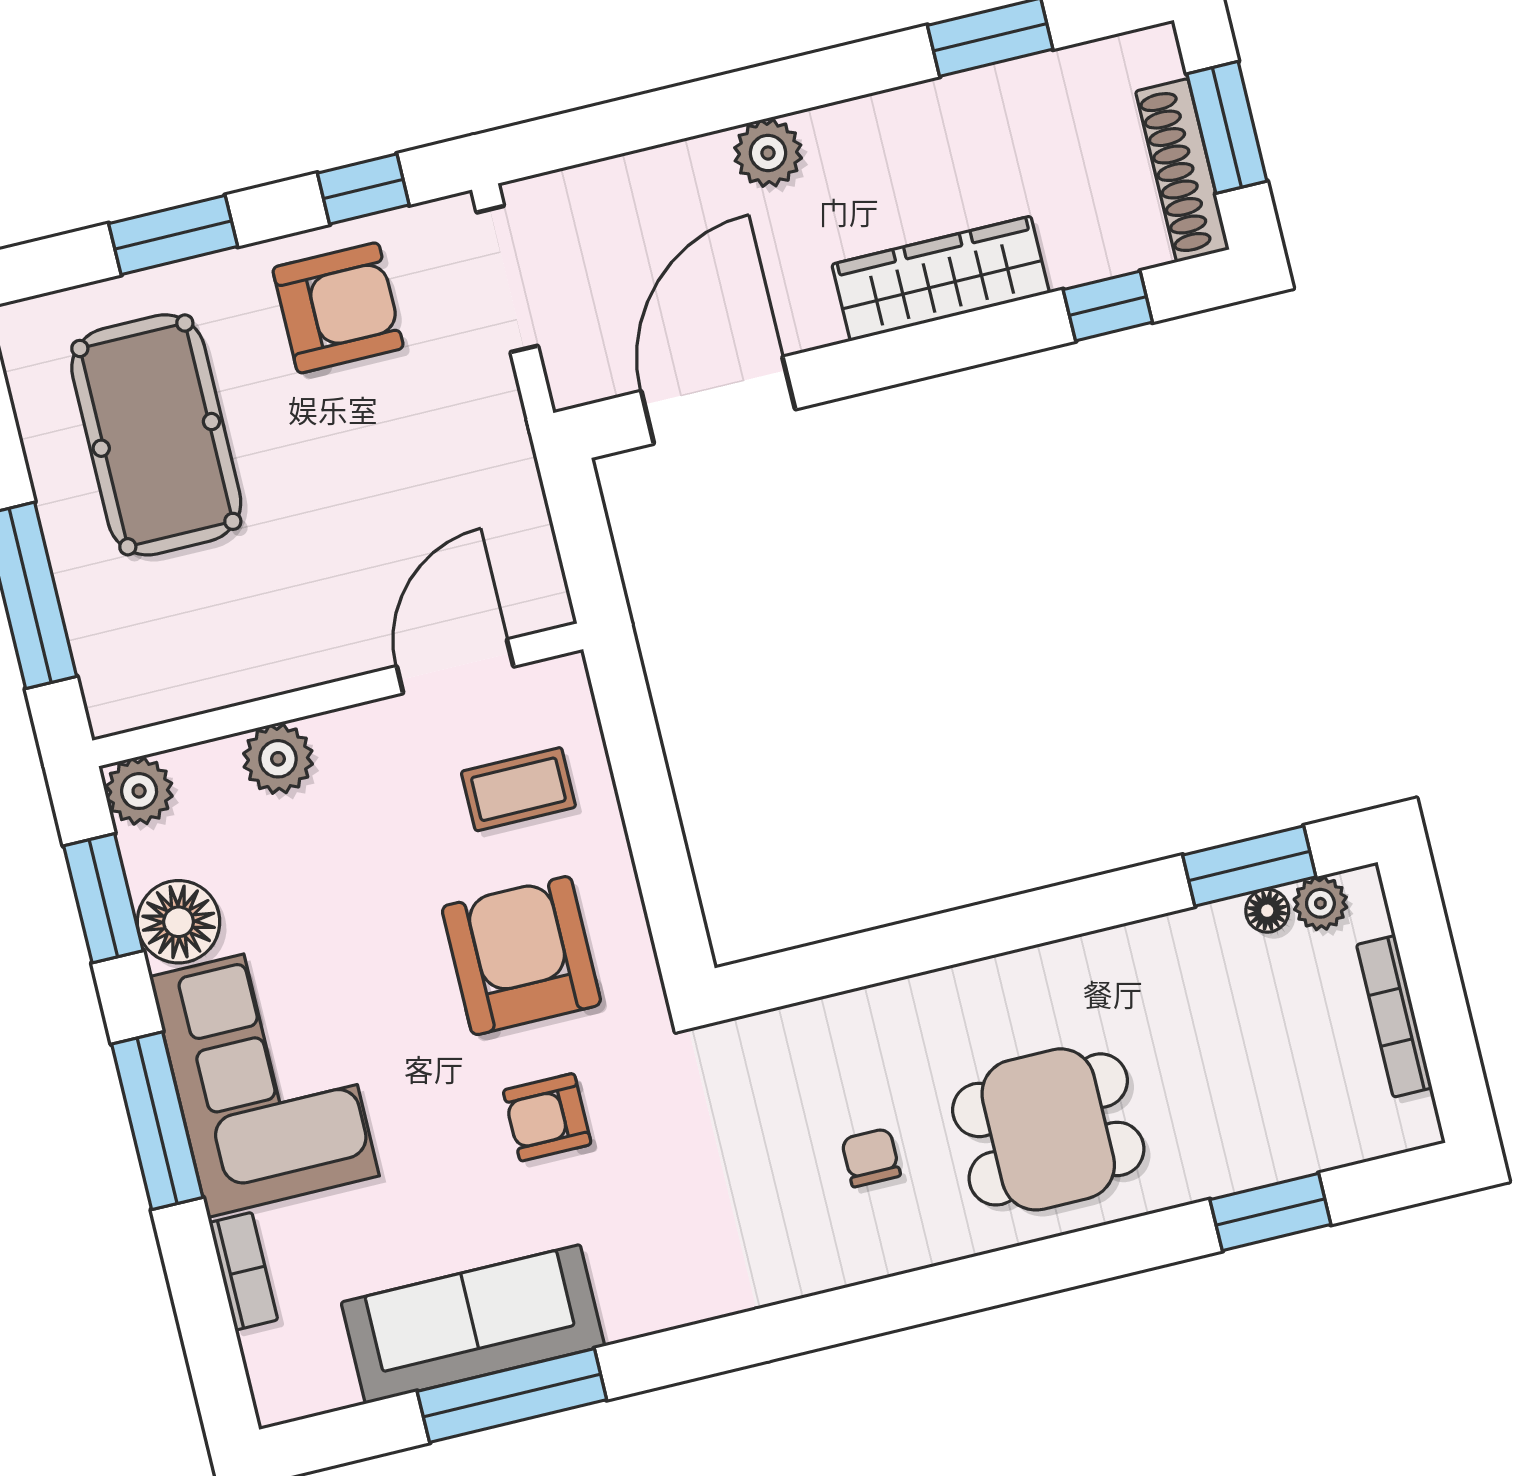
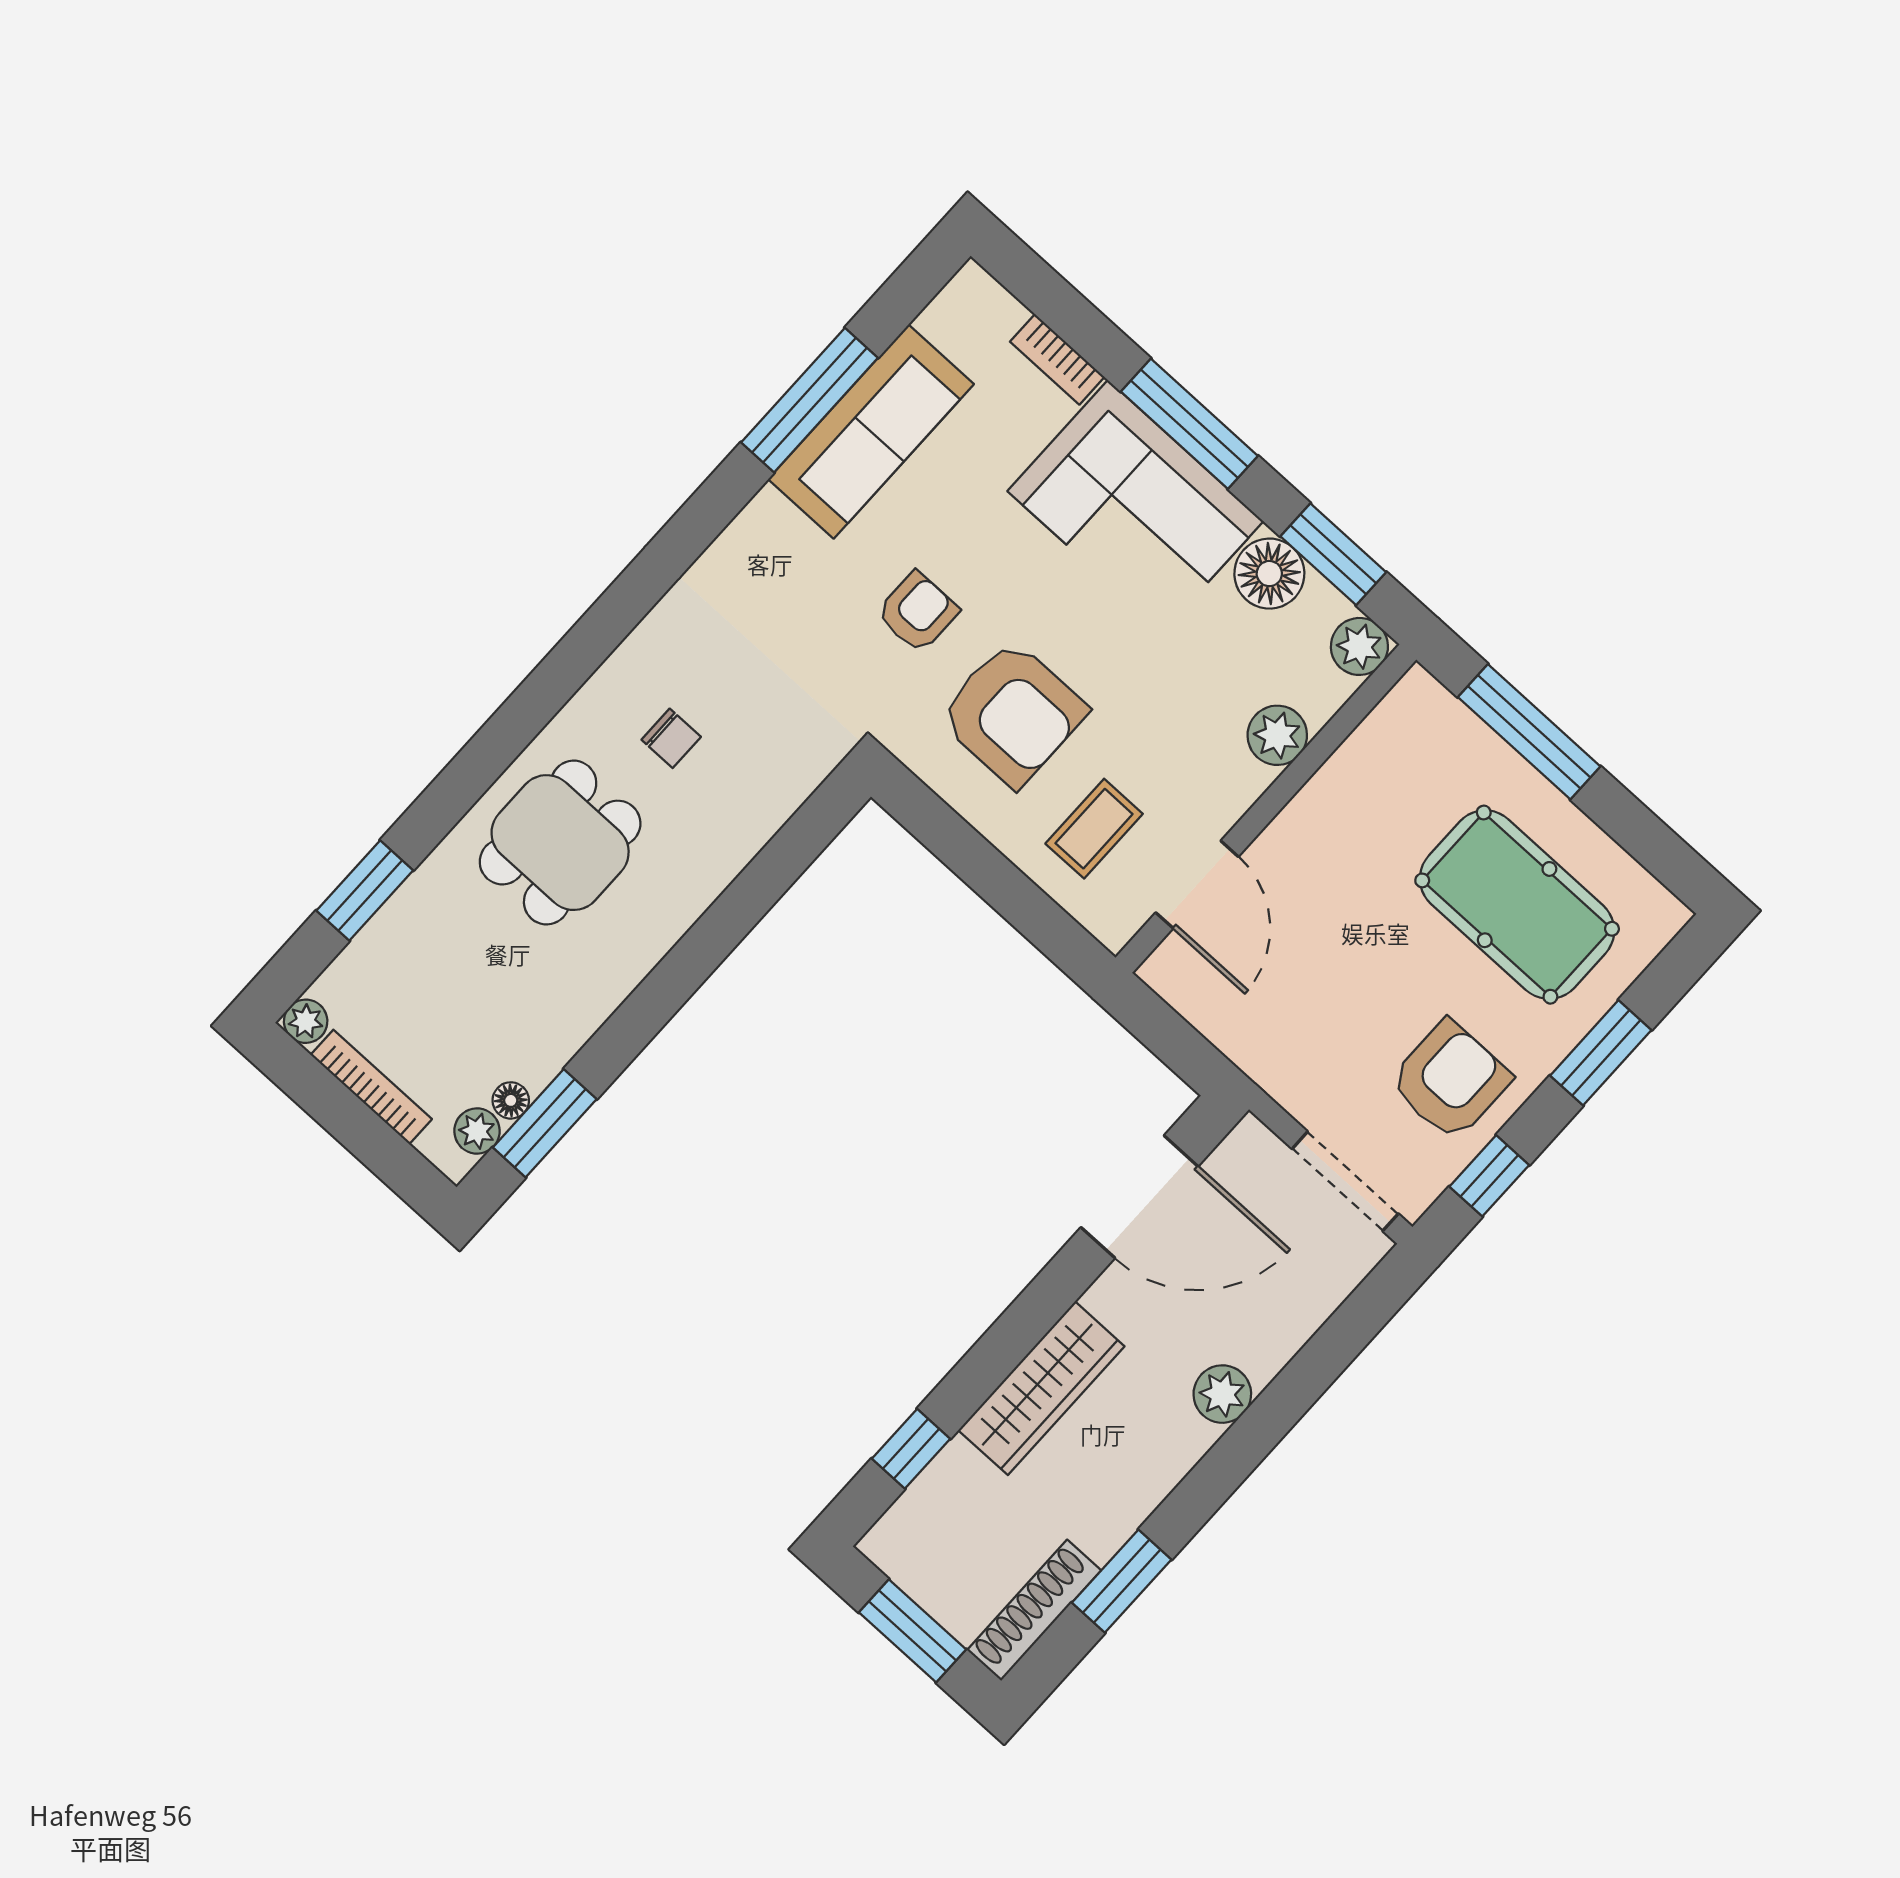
shoe rack: (1182, 170) -> (1034, 1610), moved, turned -90
armchair: (338, 308) -> (1450, 1080), turned 180
door: (718, 400) -> (1139, 1197), hinge flipped
plant: (1415, 1124) -> (306, 1021), added

